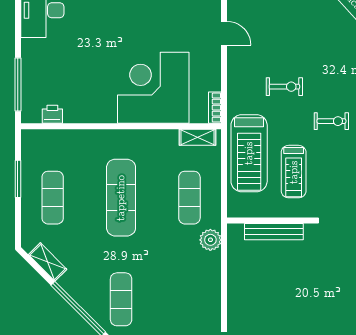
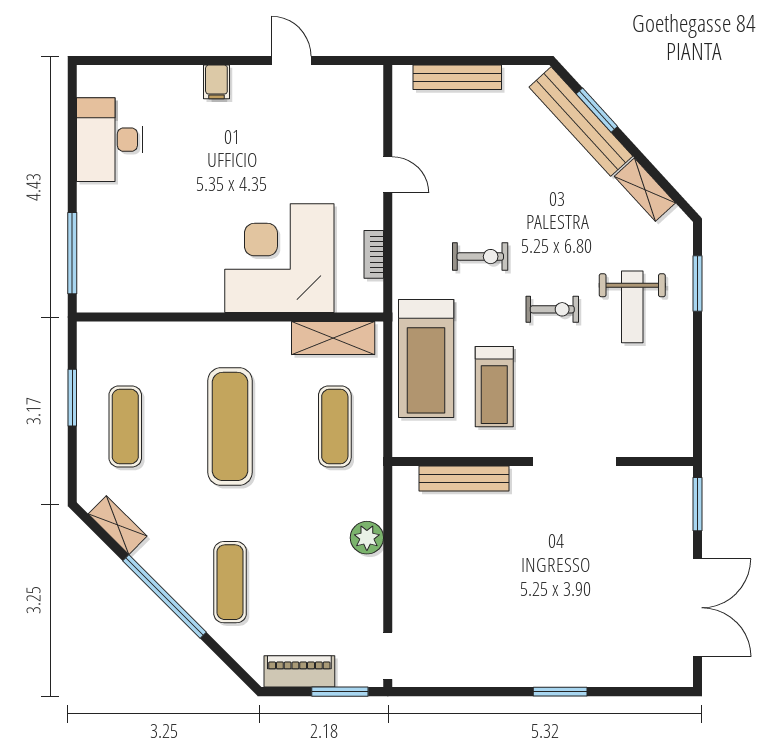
bookcase: (215, 108) -> (374, 254), moved
printer: (52, 114) -> (125, 299), removed
shelving: (197, 137) -> (333, 338), width x1.50, depth x1.33
plant: (210, 240) -> (367, 538), moved

